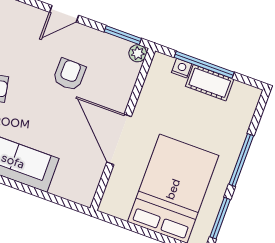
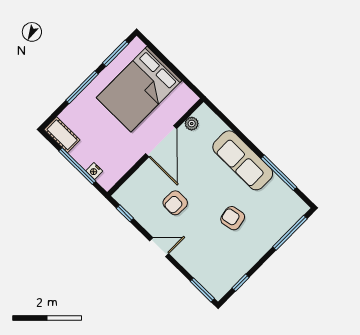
window: (123, 35) -> (125, 213), width x0.67
plant: (138, 53) -> (192, 124), moved
cot: (210, 83) -> (62, 135), moved

